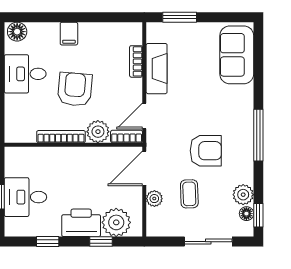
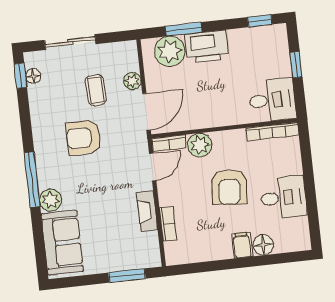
floor lamp: (17, 32) -> (263, 245), moved
fireplace: (157, 69) -> (147, 211), width x0.73, depth x0.76
window: (258, 135) -> (32, 180), moved
bookcase: (61, 137) -> (272, 132), moved
plant: (243, 195) -> (51, 200), moved
desk: (25, 197) -> (272, 100), moved
window: (48, 242) -> (260, 21), moved
window: (101, 242) -> (184, 29), width x1.50

